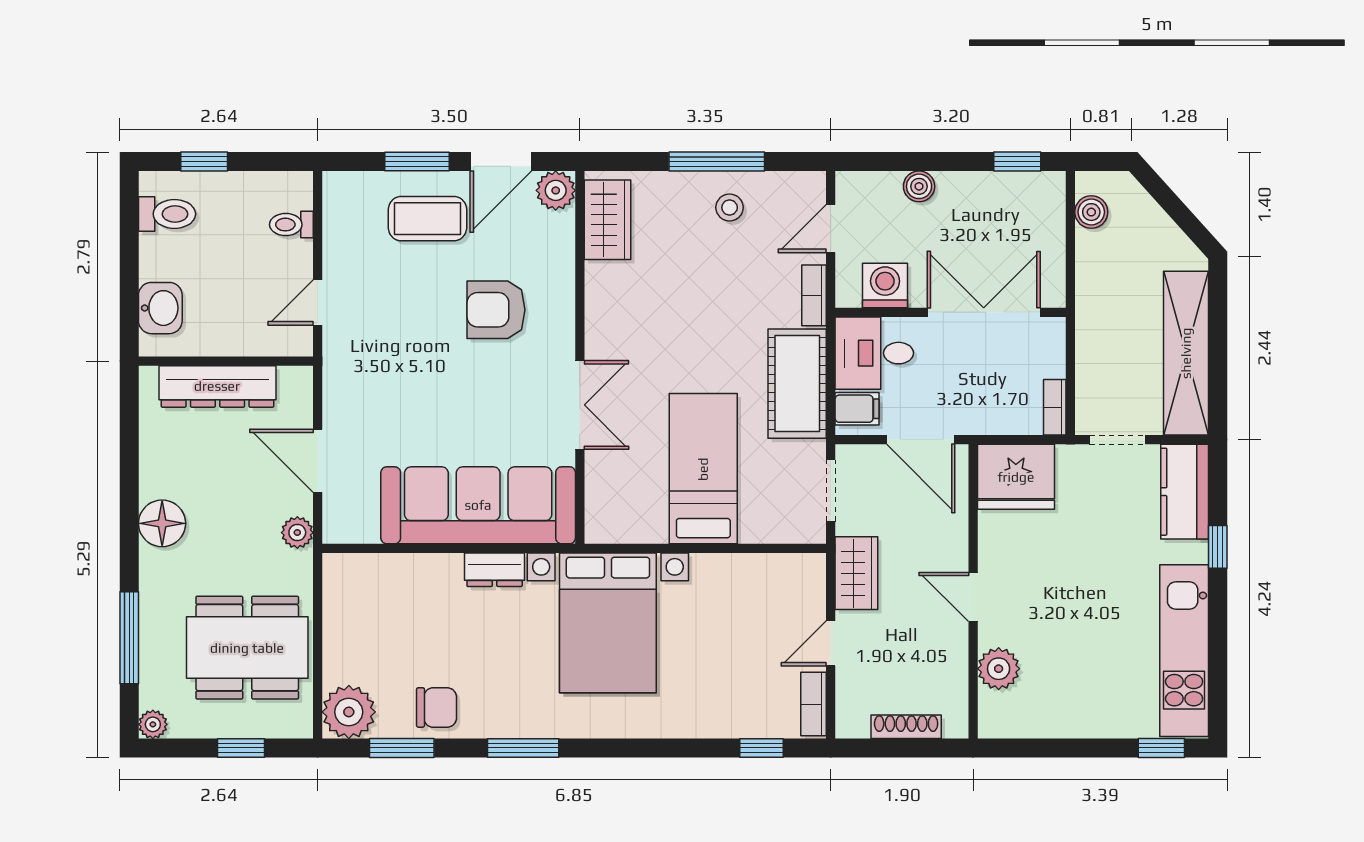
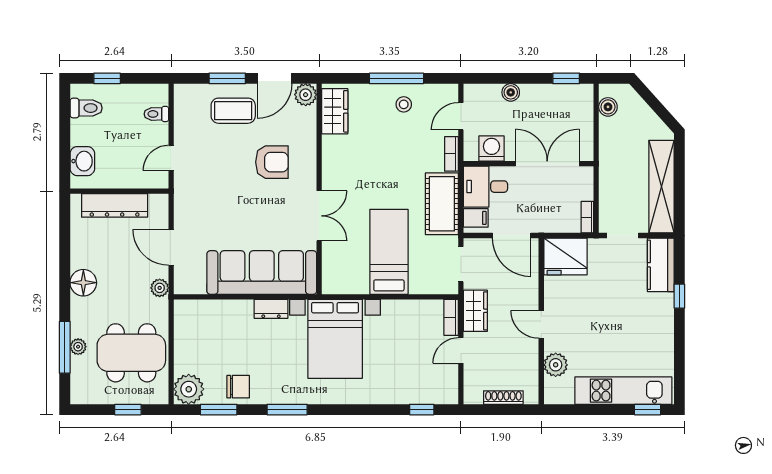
armchair: (496, 310) -> (272, 162), turned 180
kitchen unit: (1184, 651) -> (623, 391), moved, turned 90
bookcase: (814, 704) -> (451, 317), moved
plant: (153, 724) -> (78, 347), moved

